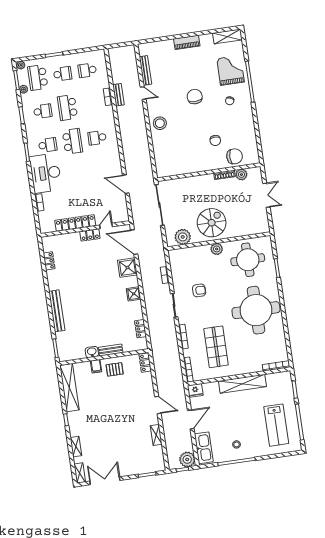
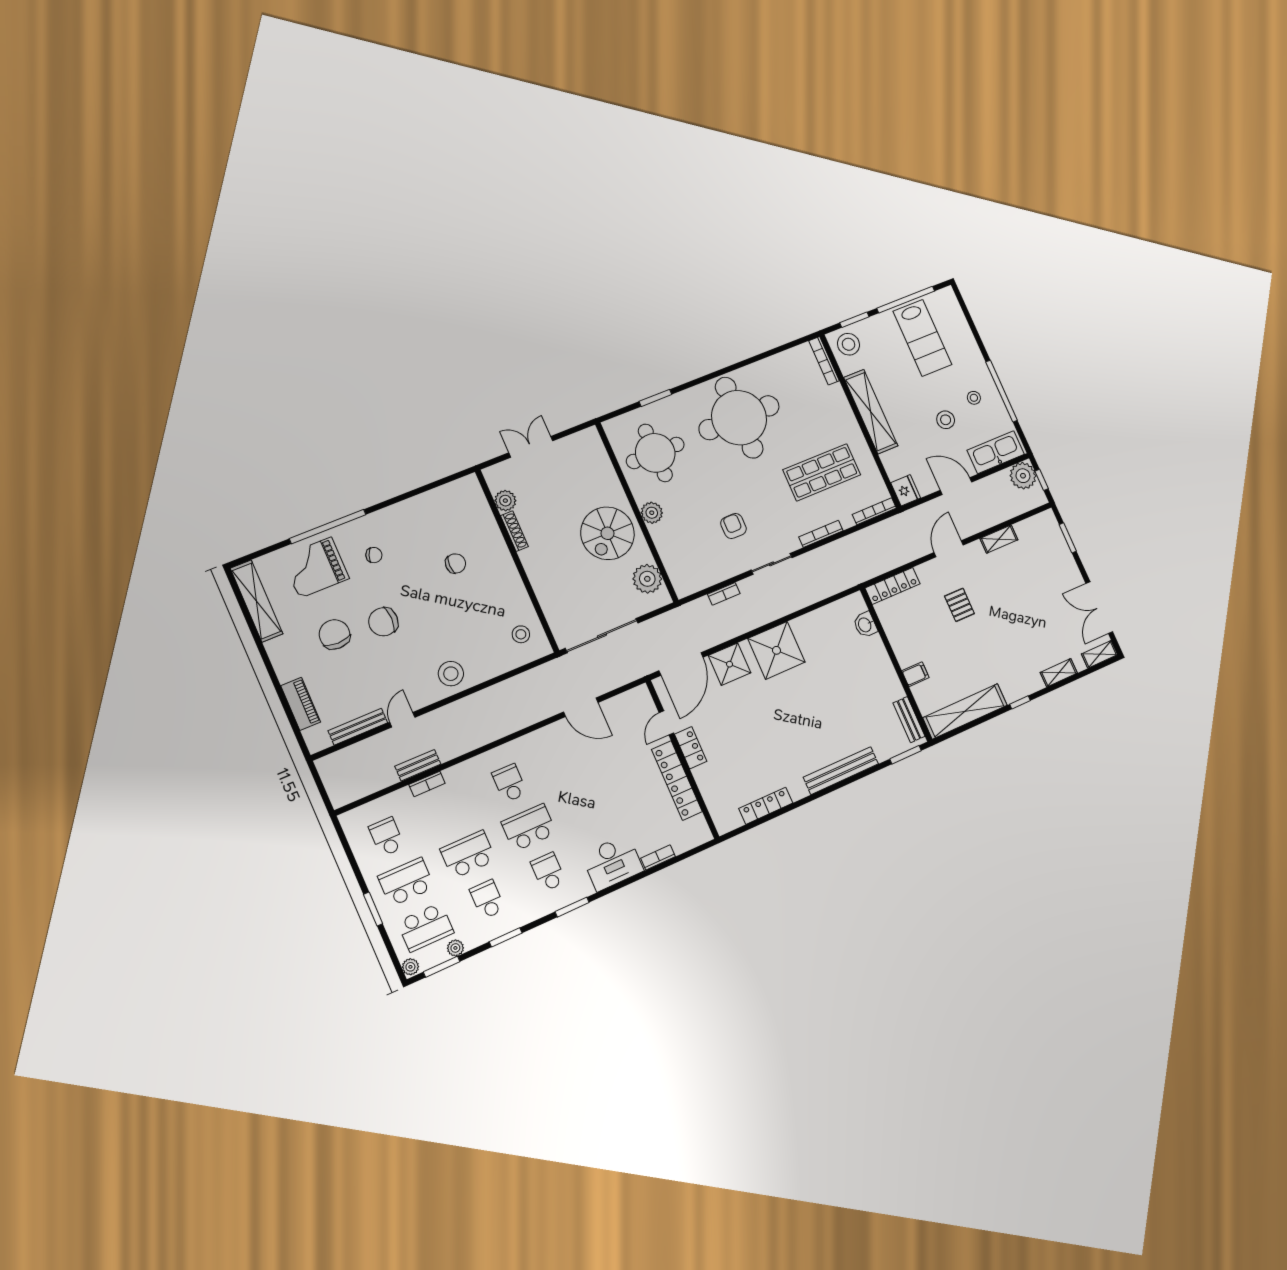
shelving: (227, 36) -> (257, 601), width x1.47
piano: (187, 42) -> (301, 704), moved
school desk: (87, 70) -> (387, 837), turned 180
school desk: (63, 74) -> (406, 882), width x1.85
school desk: (67, 108) -> (468, 855), turned 180
school desk: (97, 138) -> (510, 783), turned 180
chair: (235, 156) -> (334, 634), moved
stool: (171, 164) -> (521, 634), added
desk: (46, 173) -> (612, 863), width x0.73, depth x0.77
door: (126, 184) -> (581, 707), hinge flipped
spiral stairs: (212, 223) -> (608, 533), turned -90
door: (106, 226) -> (666, 723), hinge flipped
locker: (49, 261) -> (766, 806), width x1.53
shower: (134, 294) -> (776, 650), width x1.86, depth x1.86
locker: (141, 329) -> (829, 613), removed
bench: (111, 350) -> (909, 720), moved
washbasin: (92, 352) -> (865, 625), moved
locker: (145, 363) -> (893, 586), width x1.53
pallet: (115, 369) -> (959, 605), moved
stool: (282, 382) -> (848, 344), added
stool: (228, 425) -> (946, 420), added
lab bench: (276, 425) -> (922, 338), turned 90

